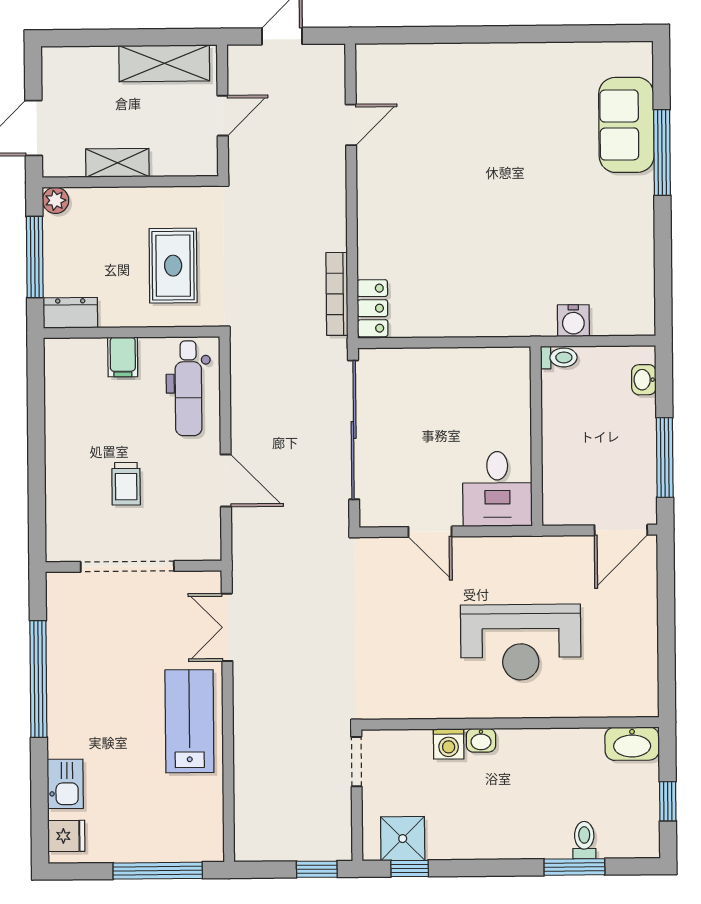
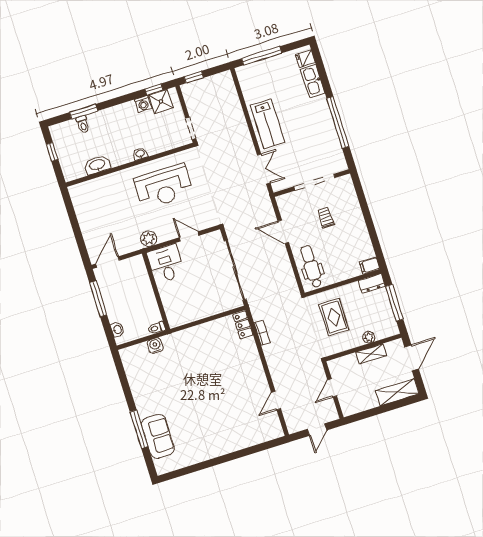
shelving: (164, 63) -> (397, 392), moved
plant: (56, 200) -> (369, 337), moved
bookcase: (337, 294) -> (262, 333), width x0.64
filing cabinet: (123, 357) -> (370, 266), moved, turned -90
plant: (518, 553) -> (149, 239), added
reception desk: (521, 642) -> (163, 186), moved, turned 180
washing machine: (449, 744) -> (143, 104), moved, turned 180
washbasin: (632, 744) -> (97, 165), moved
kitchen sink: (65, 784) -> (313, 81), width x1.38

